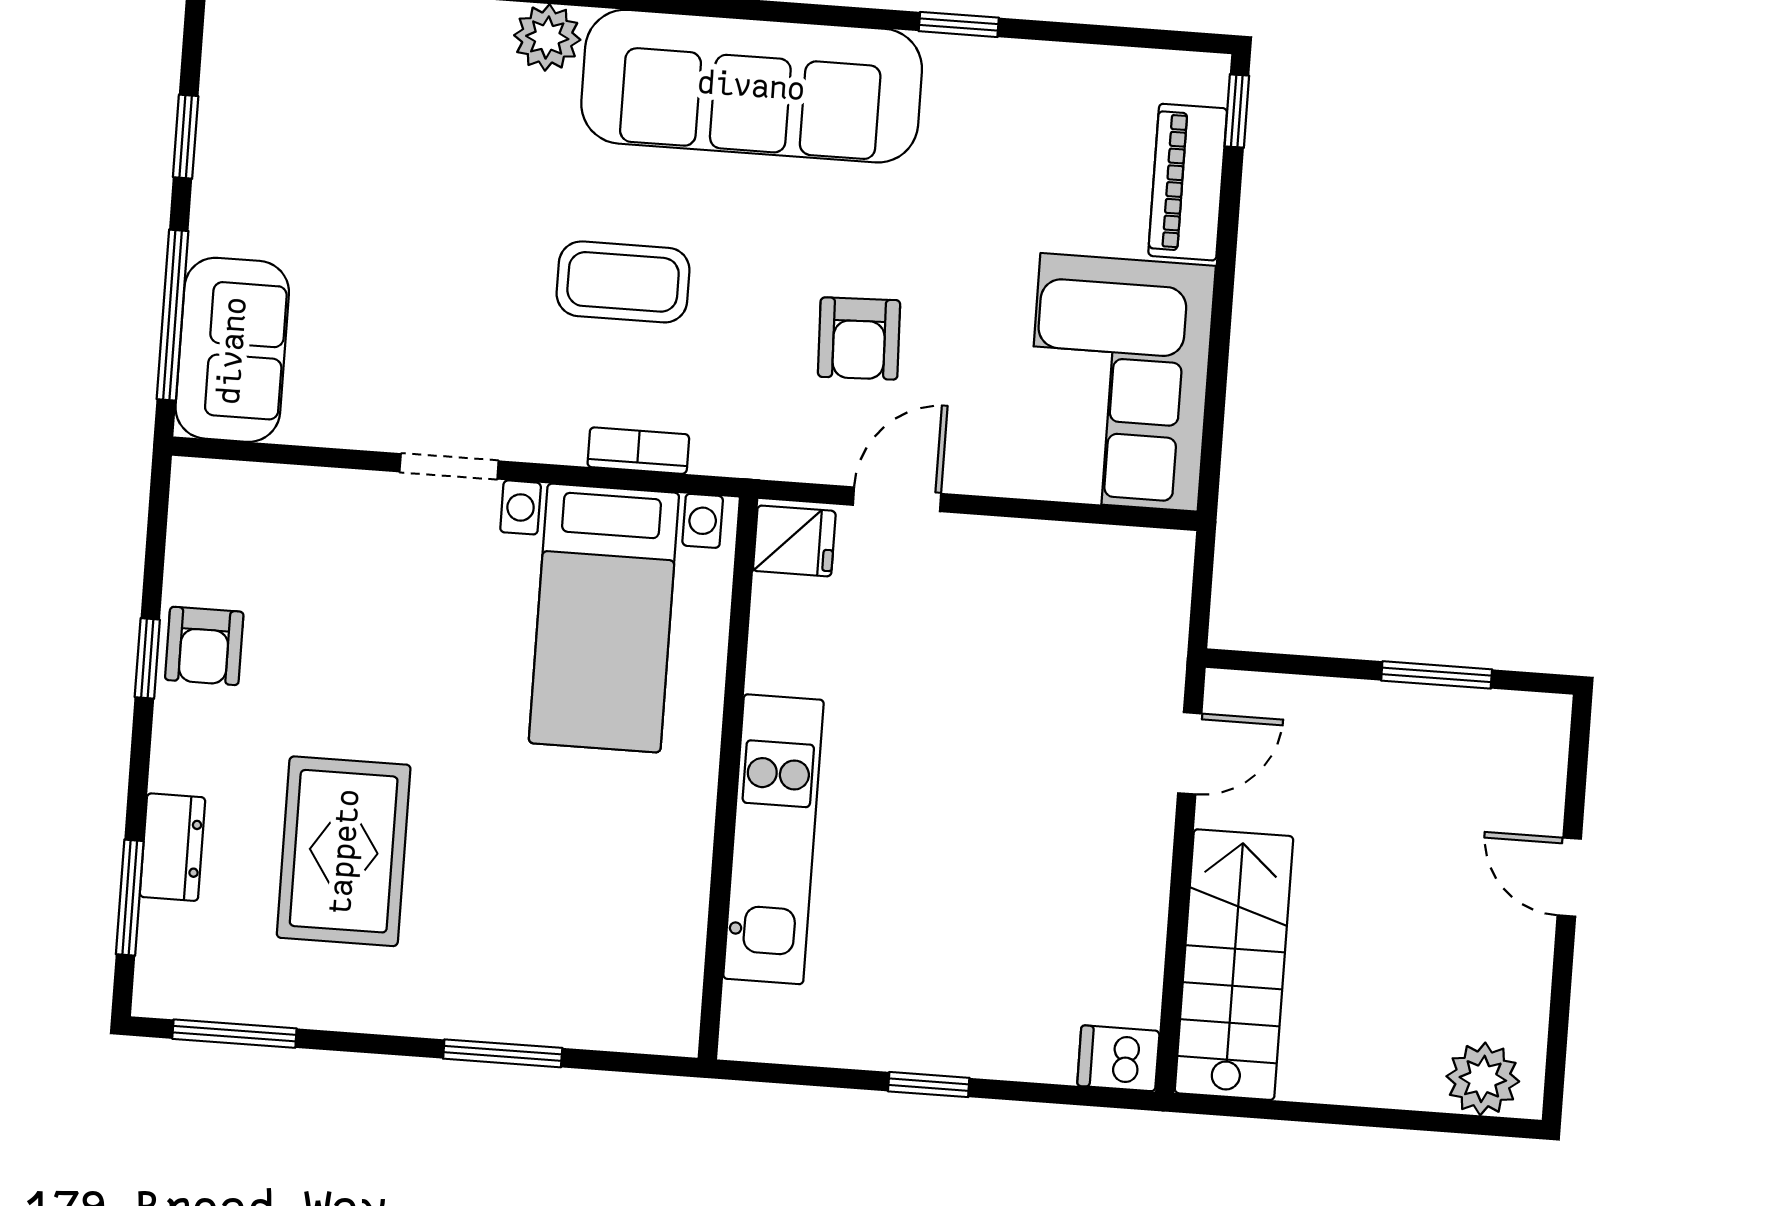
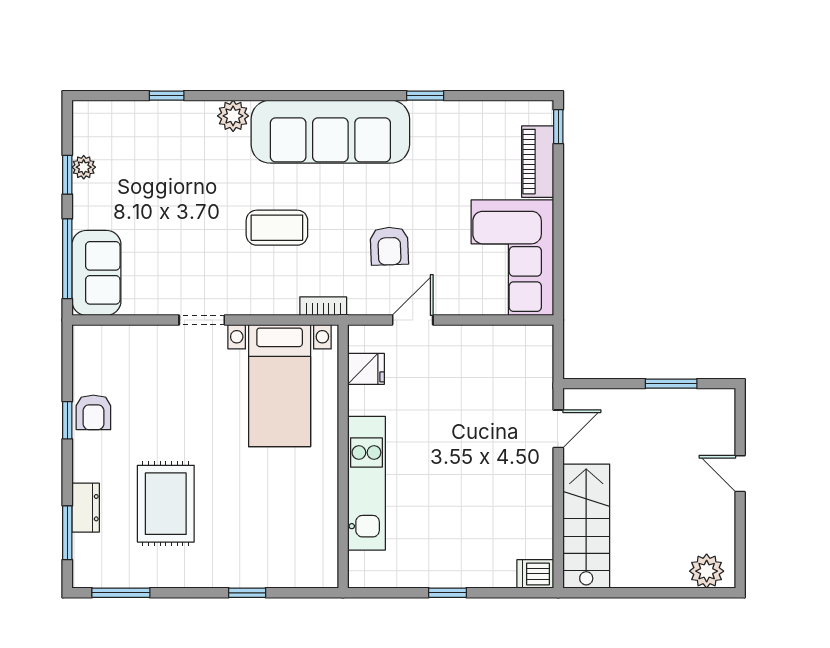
plant: (222, 123) -> (84, 167), added
bookcase: (638, 451) -> (323, 306), moved
fridge: (794, 541) -> (366, 369), moved
window: (503, 1053) -> (247, 593), width x0.67

